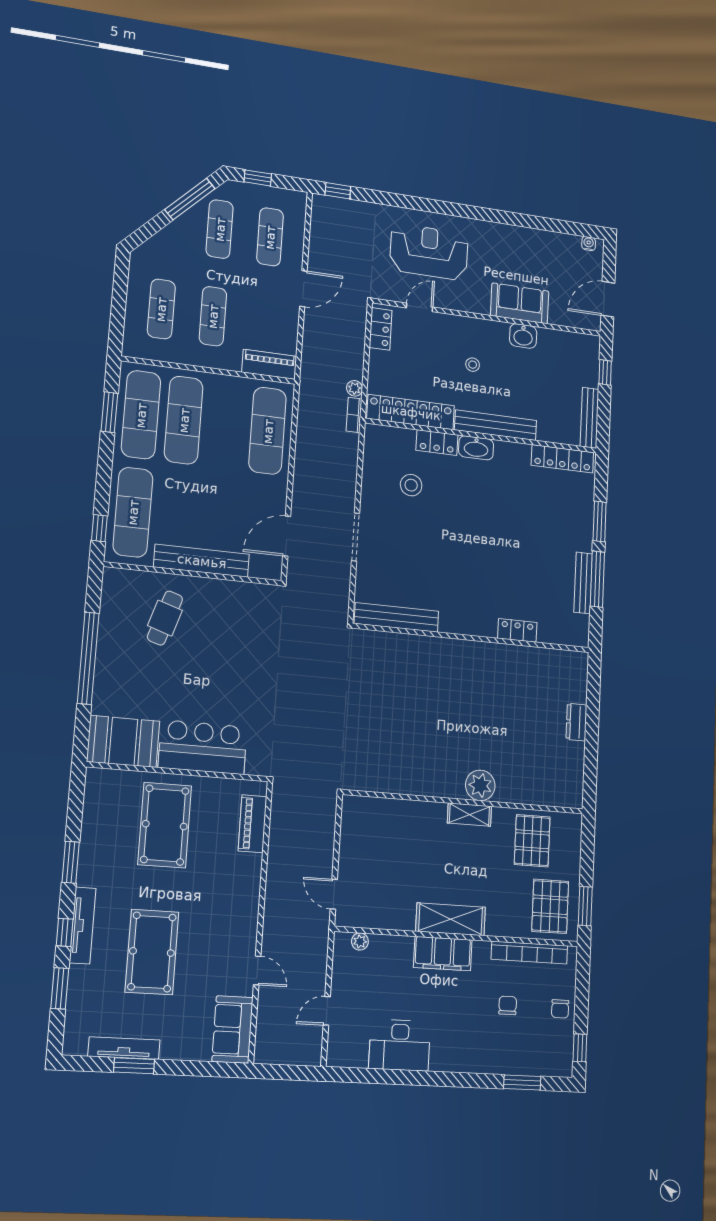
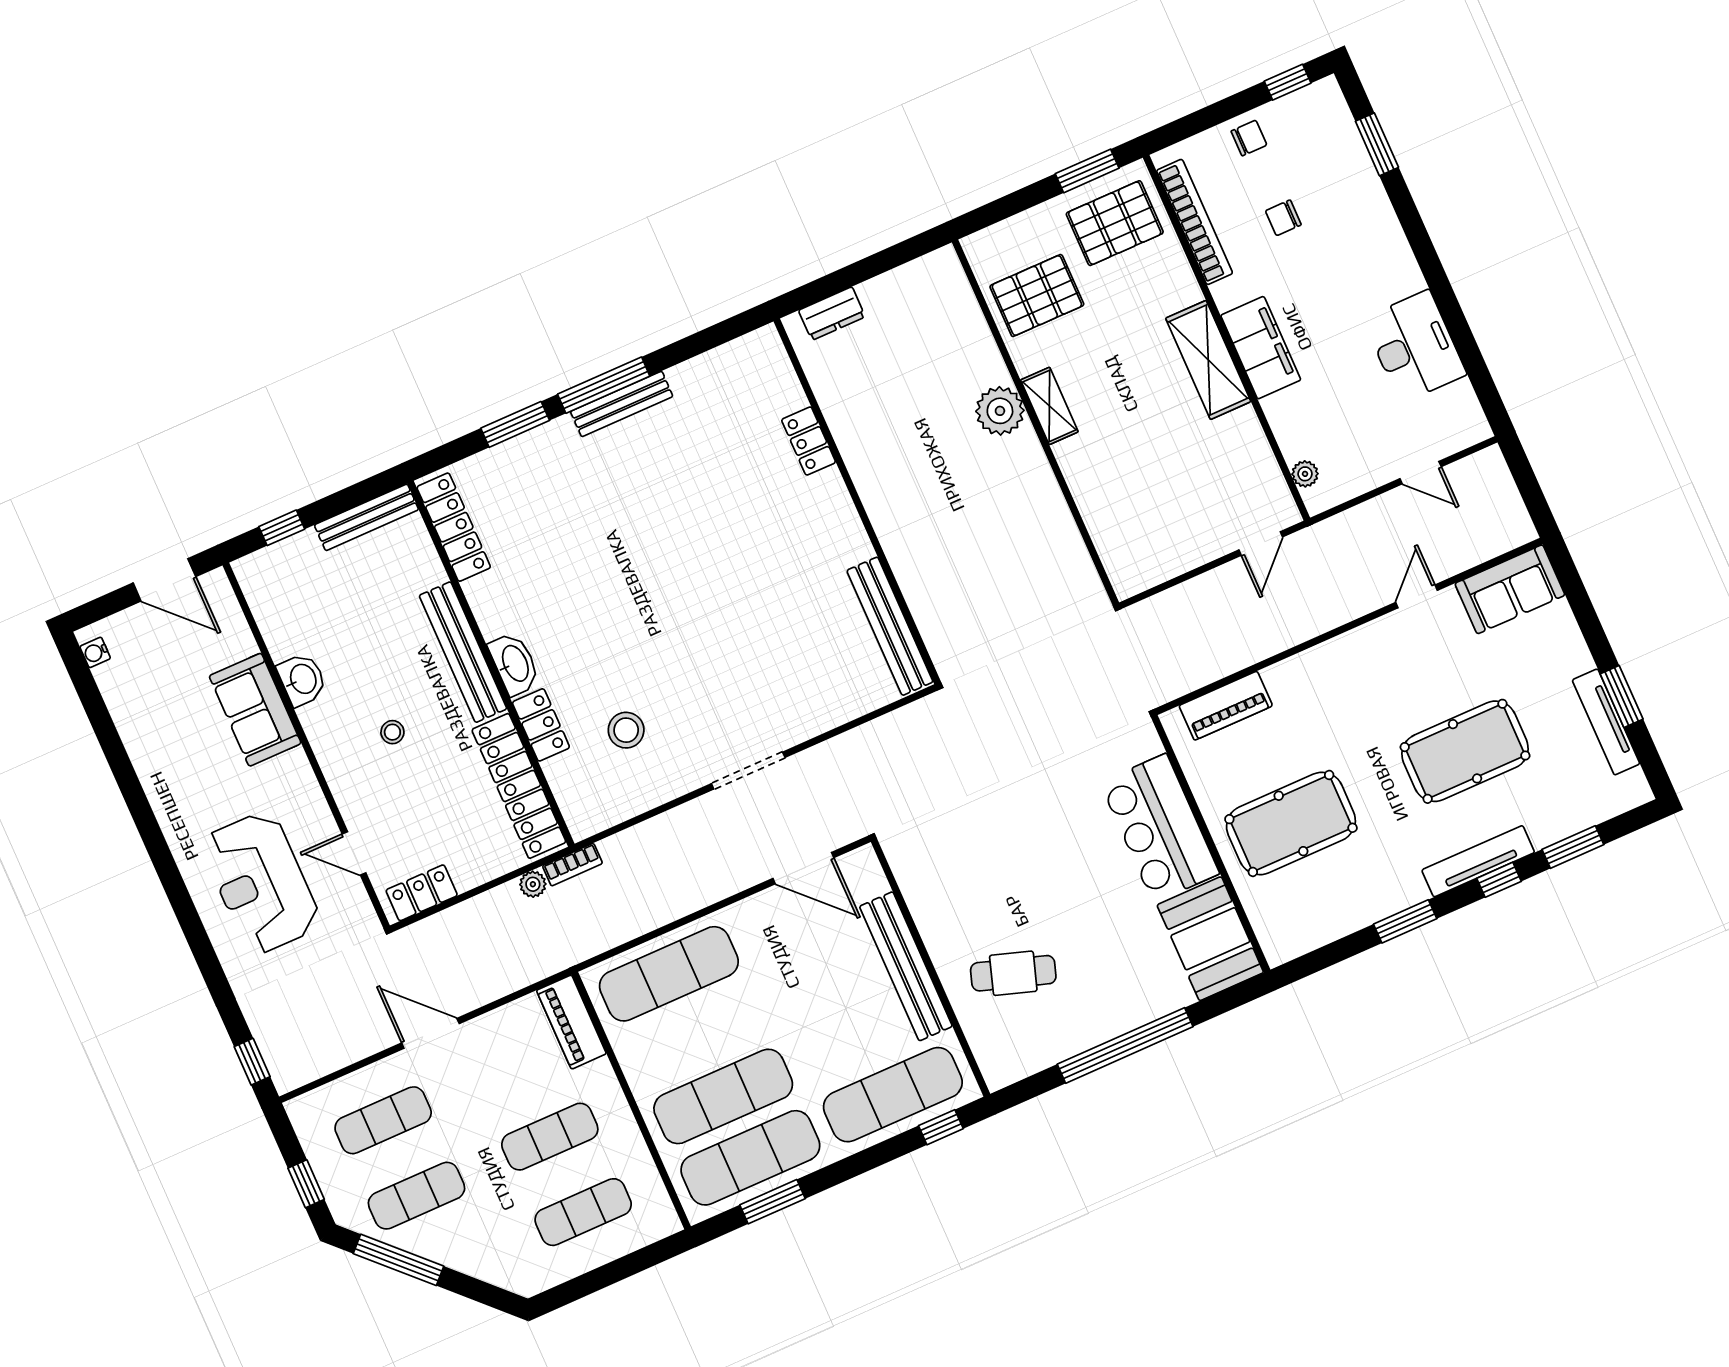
bench: (397, 617) -> (890, 626), moved
locker: (517, 630) -> (809, 441), moved
wall: (472, 638) -> (857, 501), moved

